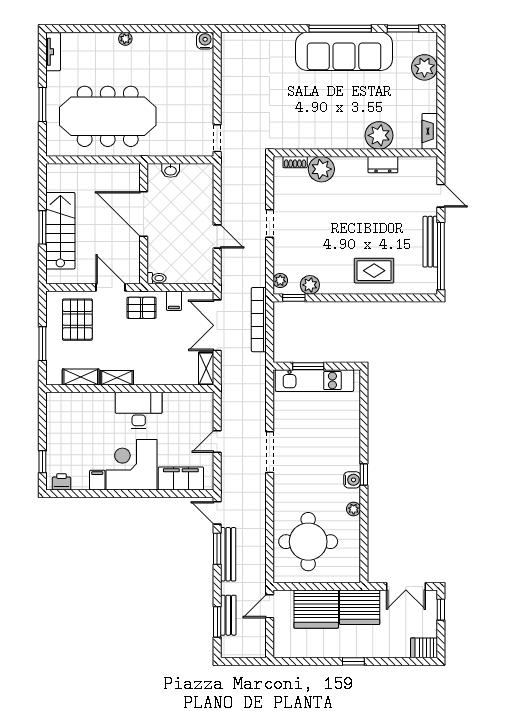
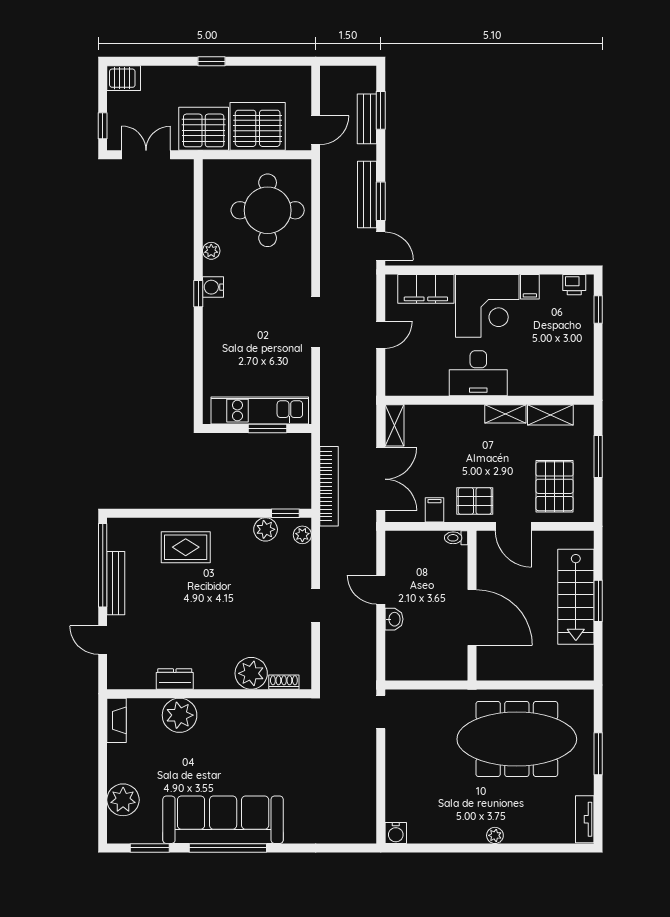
washbasin: (171, 170) -> (394, 619), moved, turned 90

